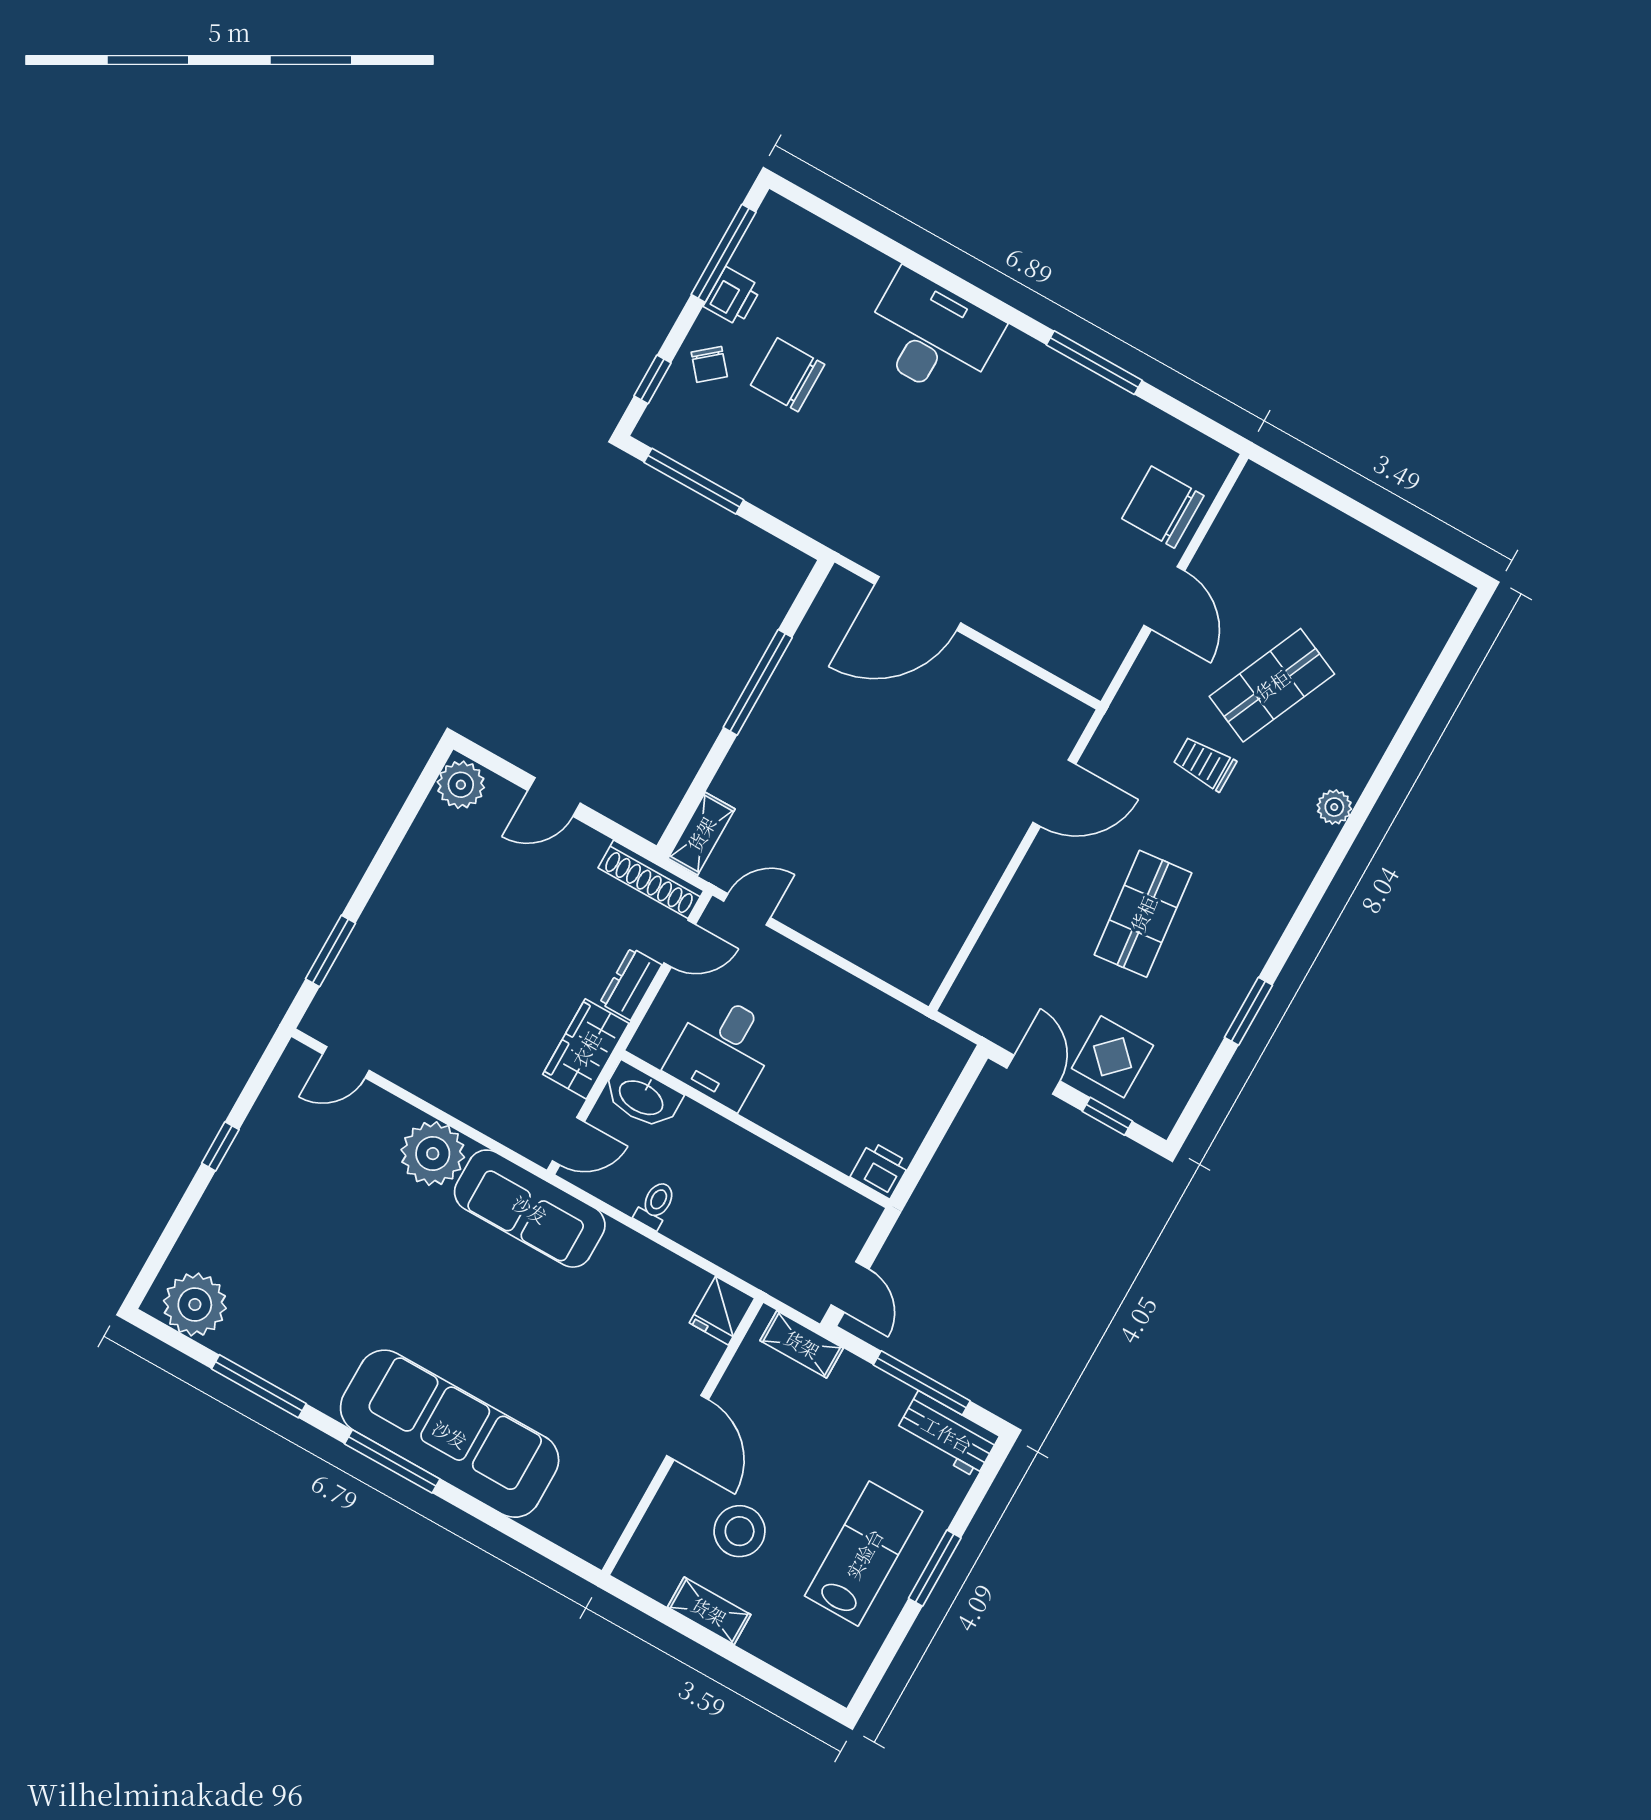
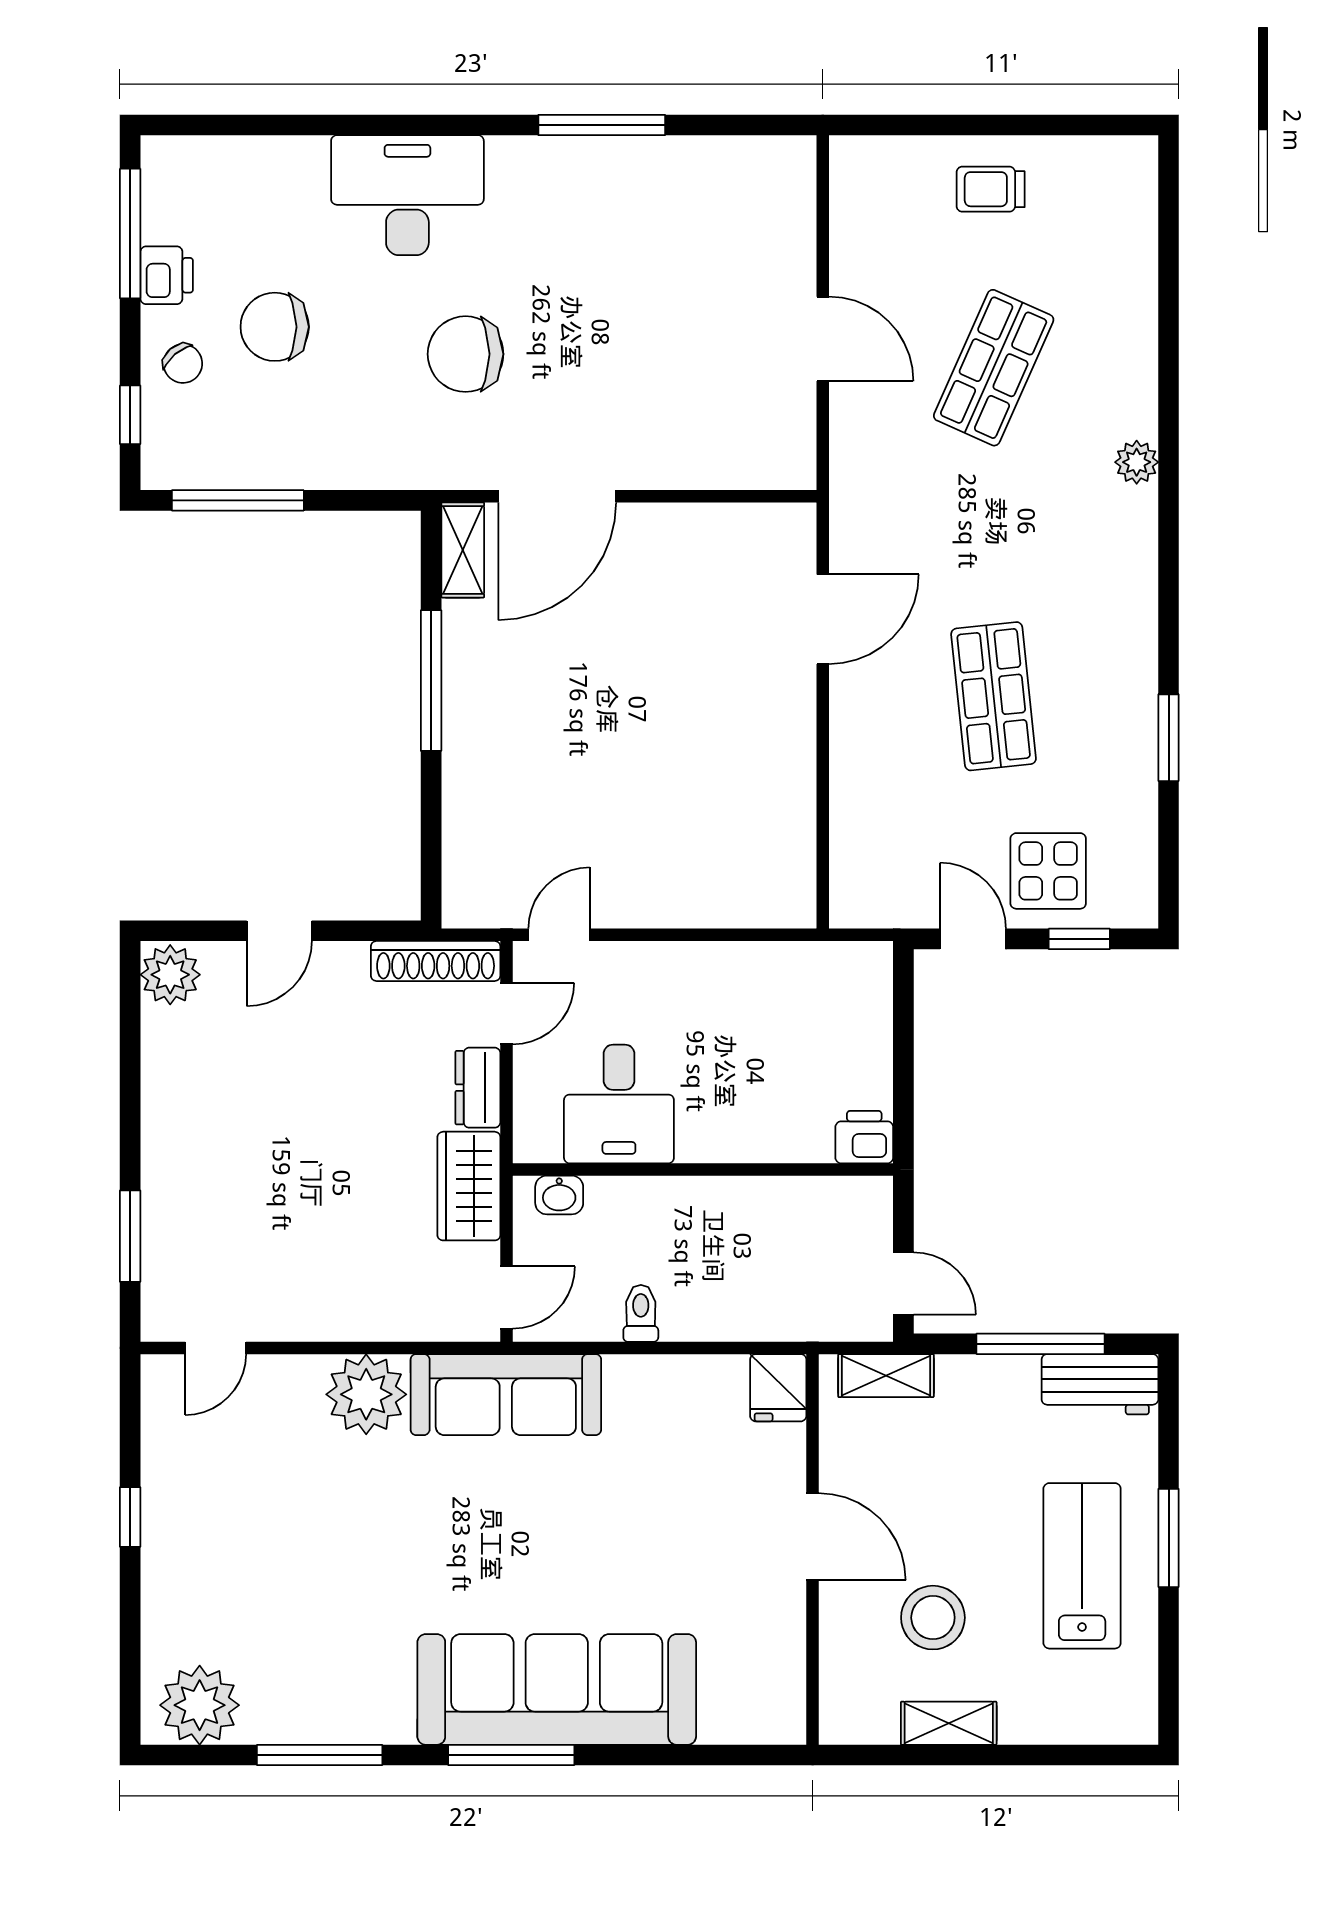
chair: (1163, 507) -> (466, 354), moved
trolley: (1205, 764) -> (991, 189), moved
shelving: (701, 834) -> (463, 550), moved
washbasin: (642, 1097) -> (559, 1195), width x0.52, depth x0.69

